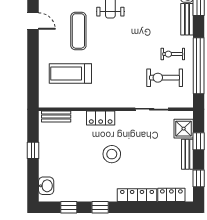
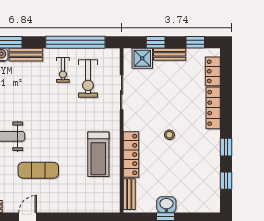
treadmill: (70, 74) -> (98, 154), moved
locker: (101, 118) -> (131, 154), width x1.53
stool: (112, 154) -> (169, 135), width x0.53, depth x0.53
washbasin: (46, 186) -> (166, 205), moved

